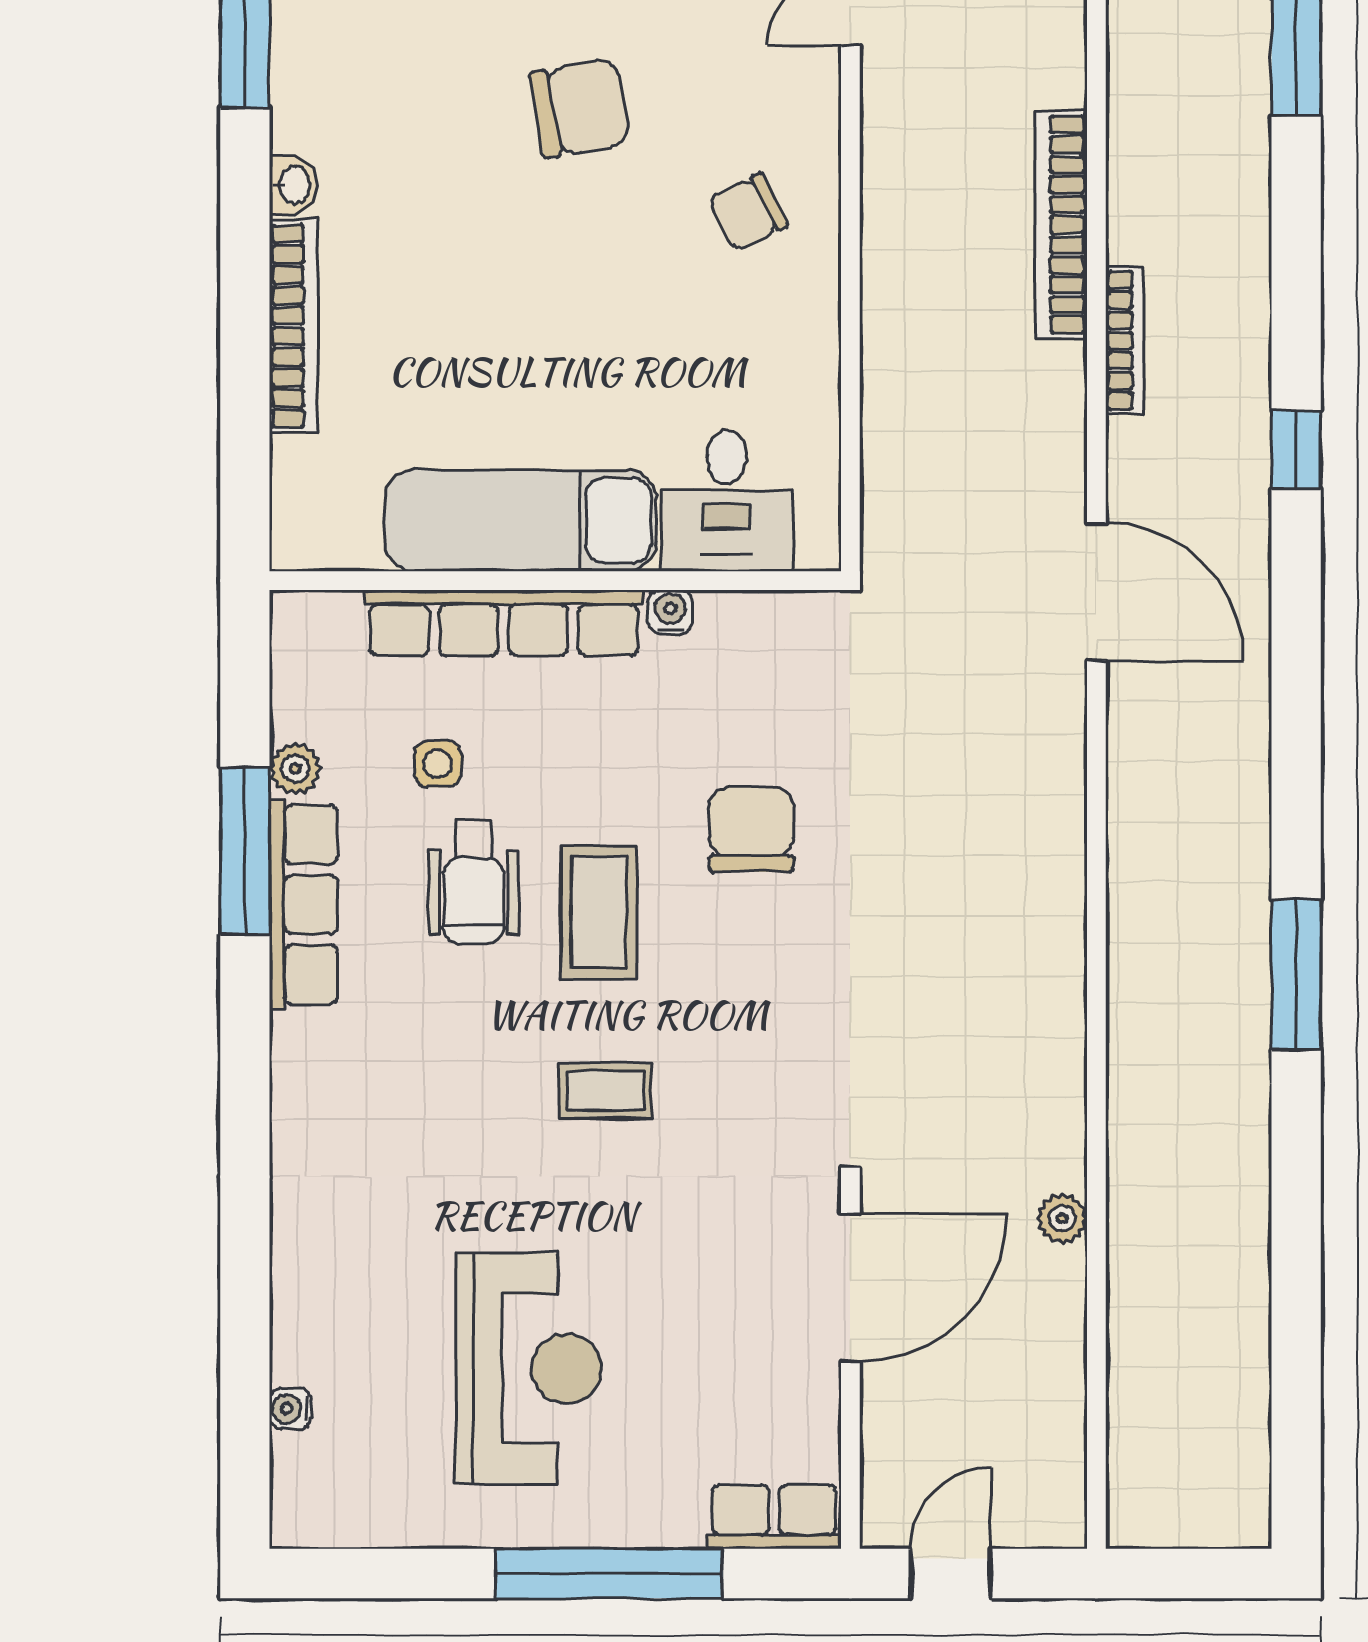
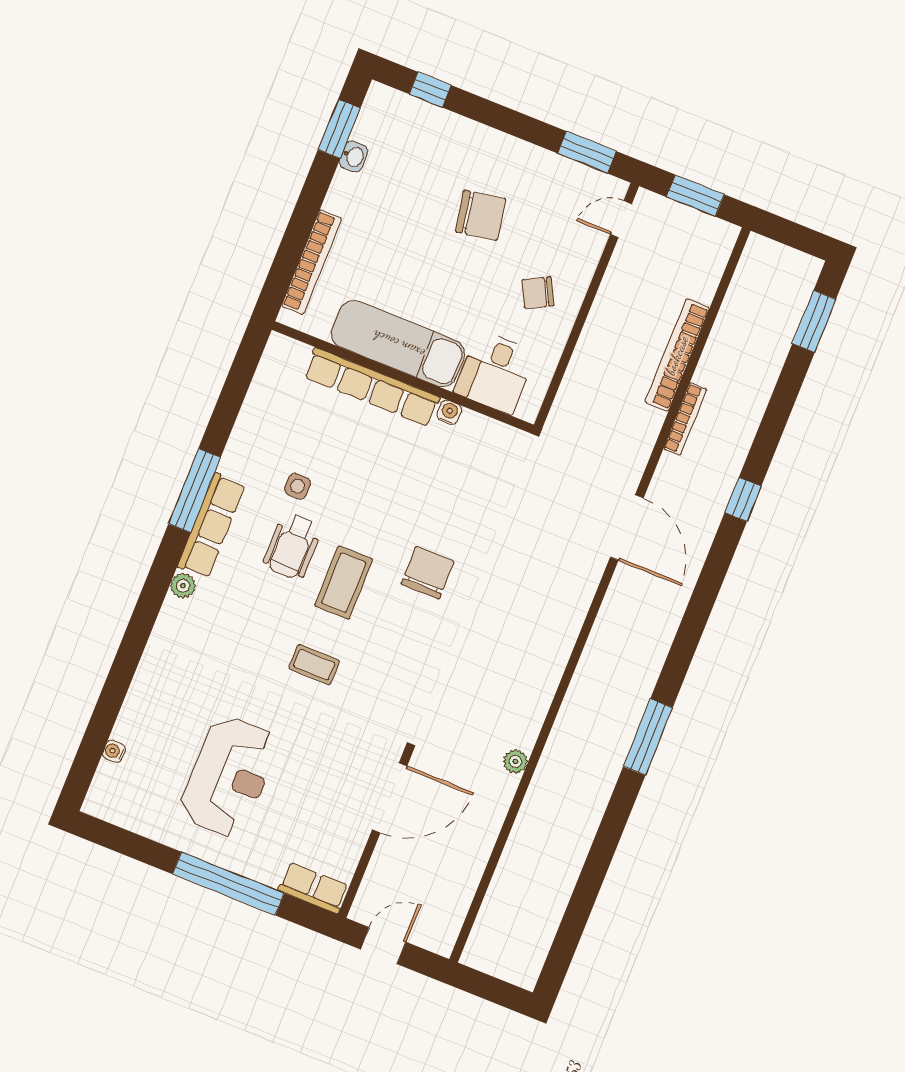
washbasin: (293, 185) -> (354, 156), moved
desk: (727, 501) -> (495, 372), moved
exam couch: (520, 520) -> (398, 344), moved
wall: (555, 581) -> (403, 377), moved
water cooler: (670, 612) -> (449, 412), moved
row of seats: (504, 623) -> (372, 387), moved
plant: (295, 769) -> (183, 586), moved
plant: (1062, 1218) -> (515, 761), moved

